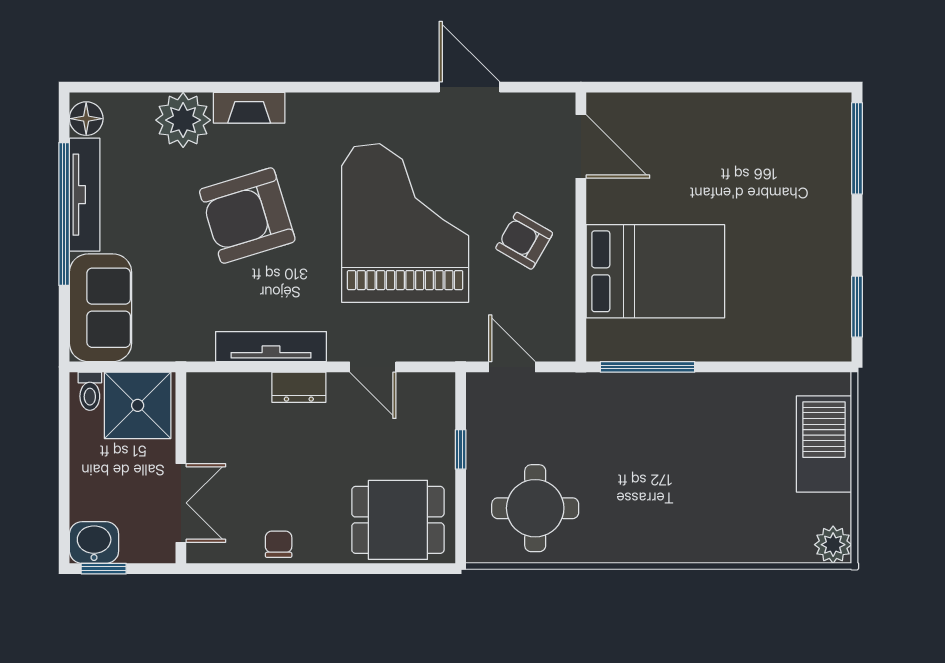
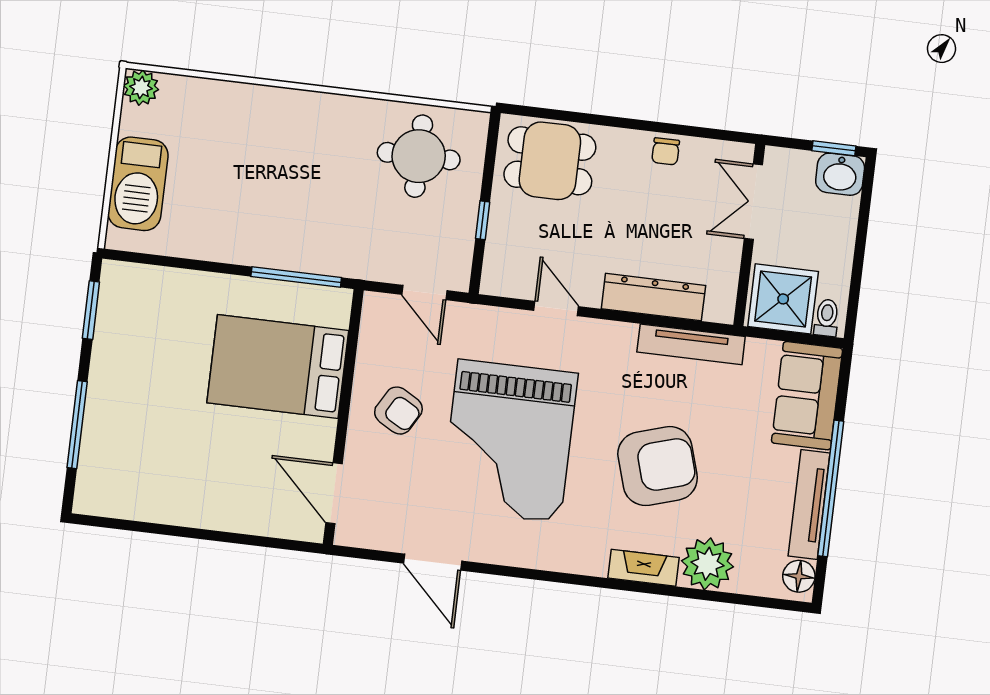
window: (857, 148) -> (77, 425), moved
tv unit: (271, 347) -> (691, 344), moved
dresser: (299, 387) -> (653, 297), width x1.96, depth x1.24

